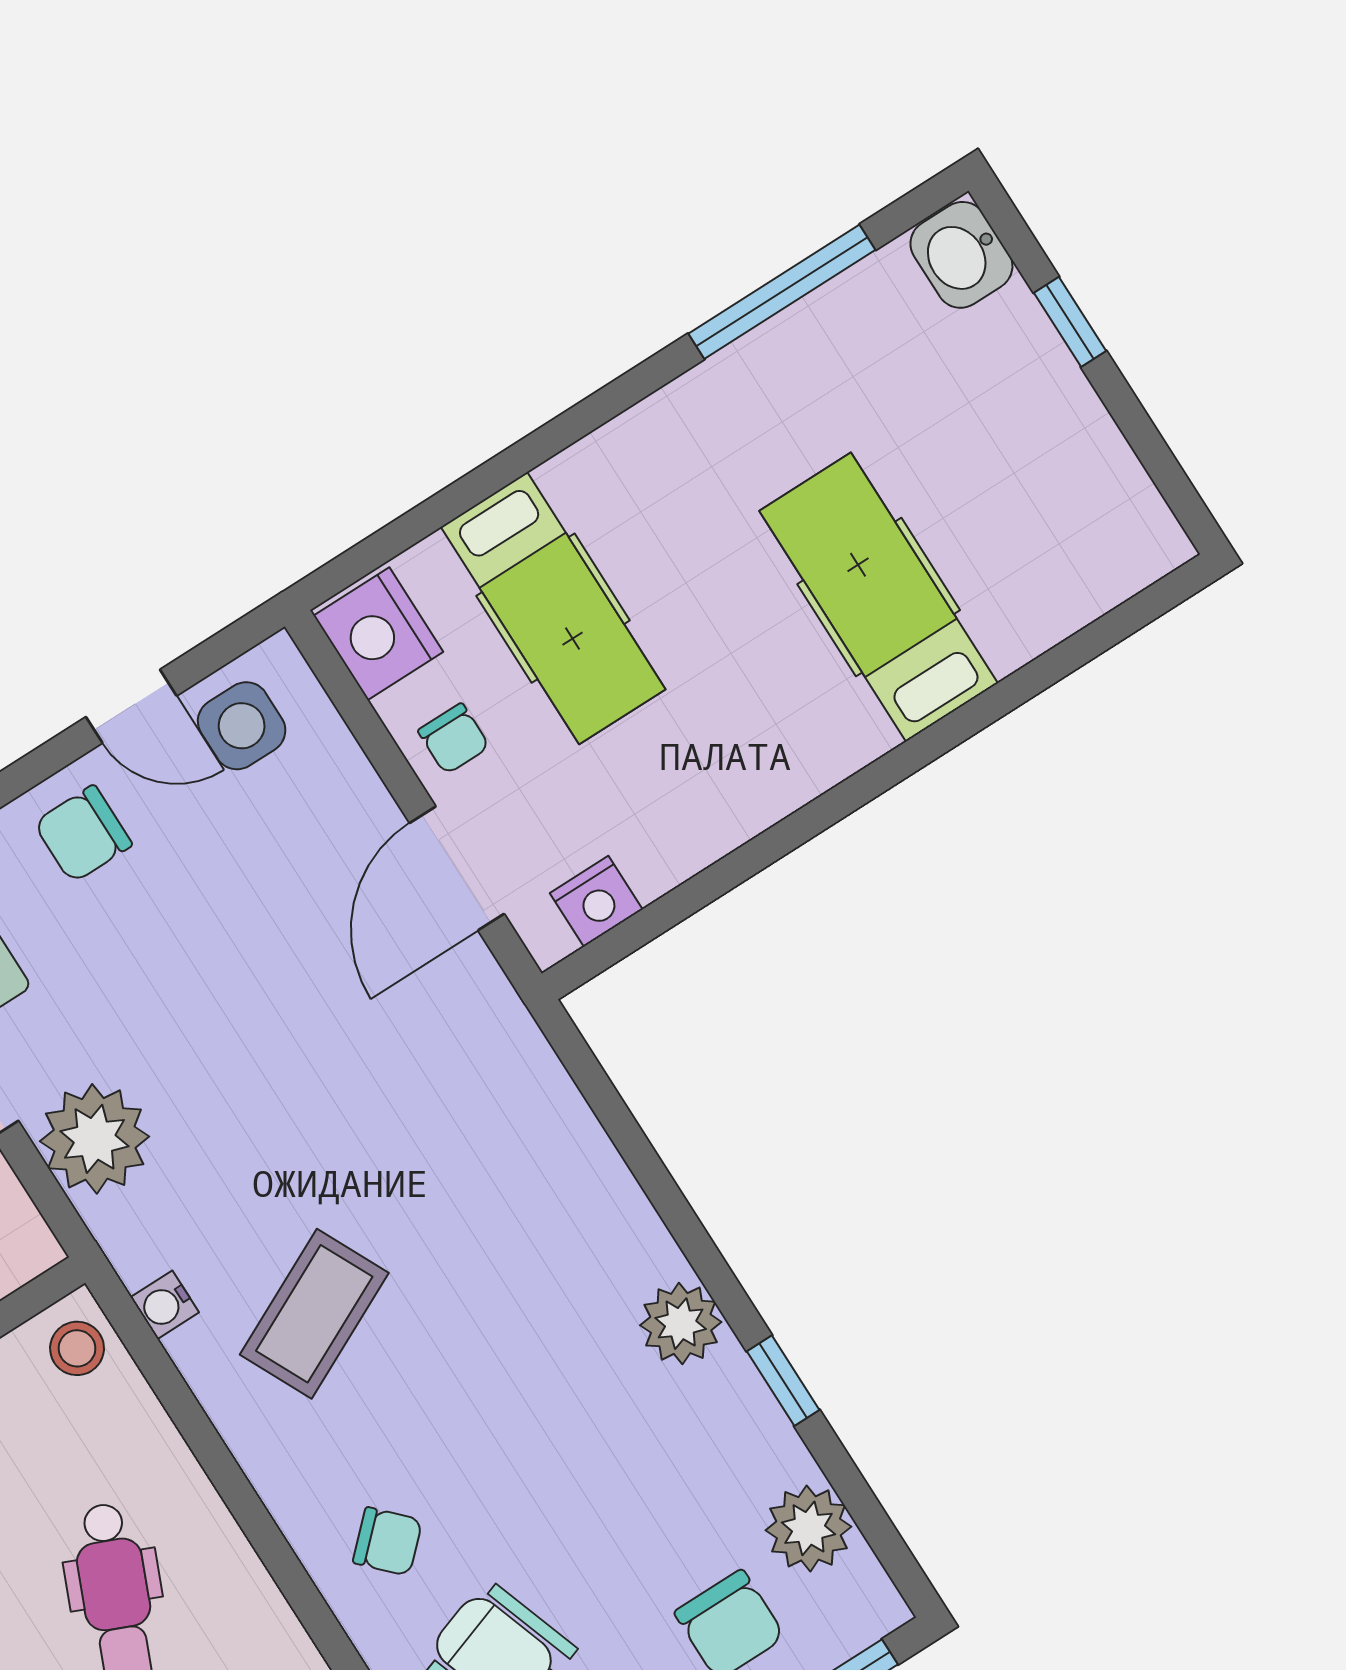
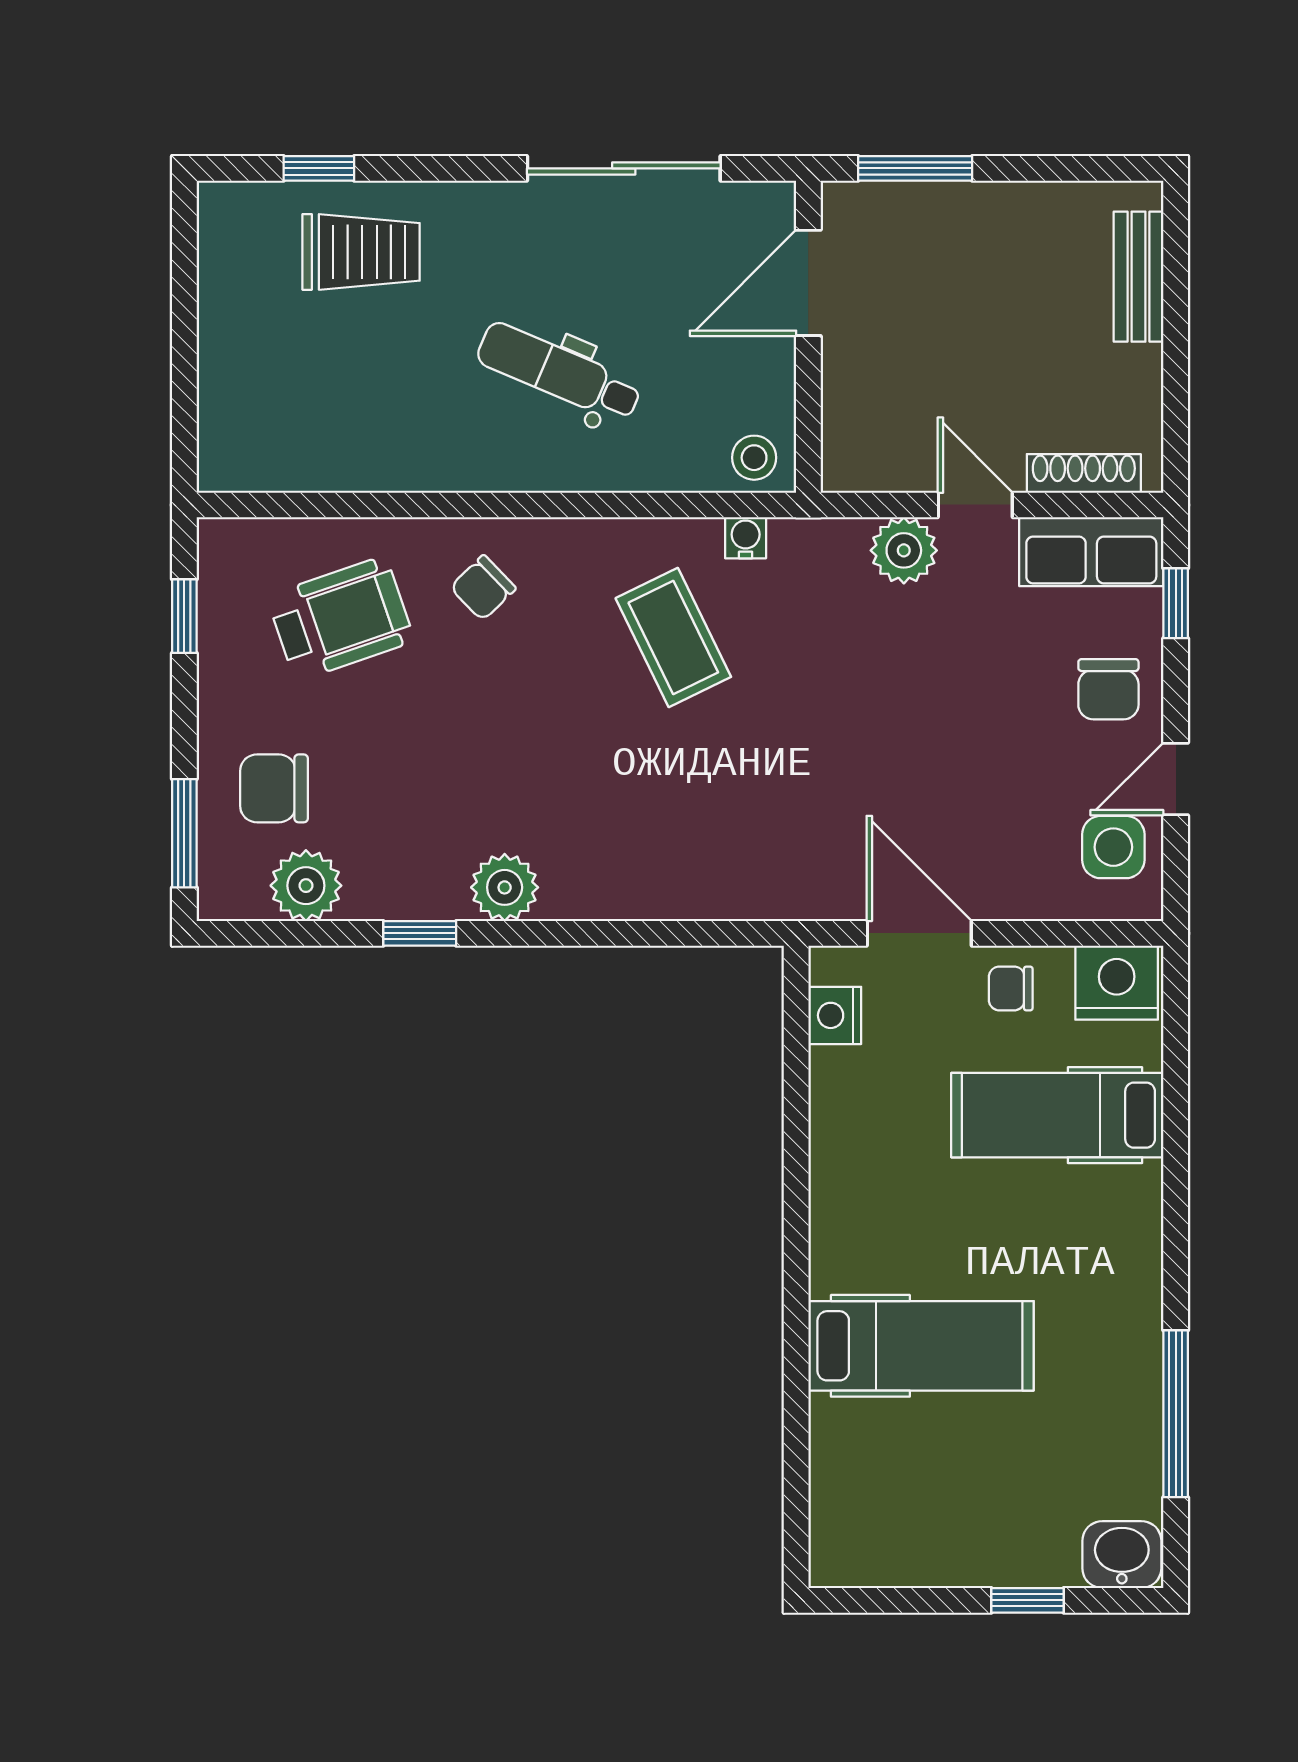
chair: (83, 834) -> (1108, 689), turned 180
plant: (95, 1139) -> (904, 550), width x0.73, depth x0.73

